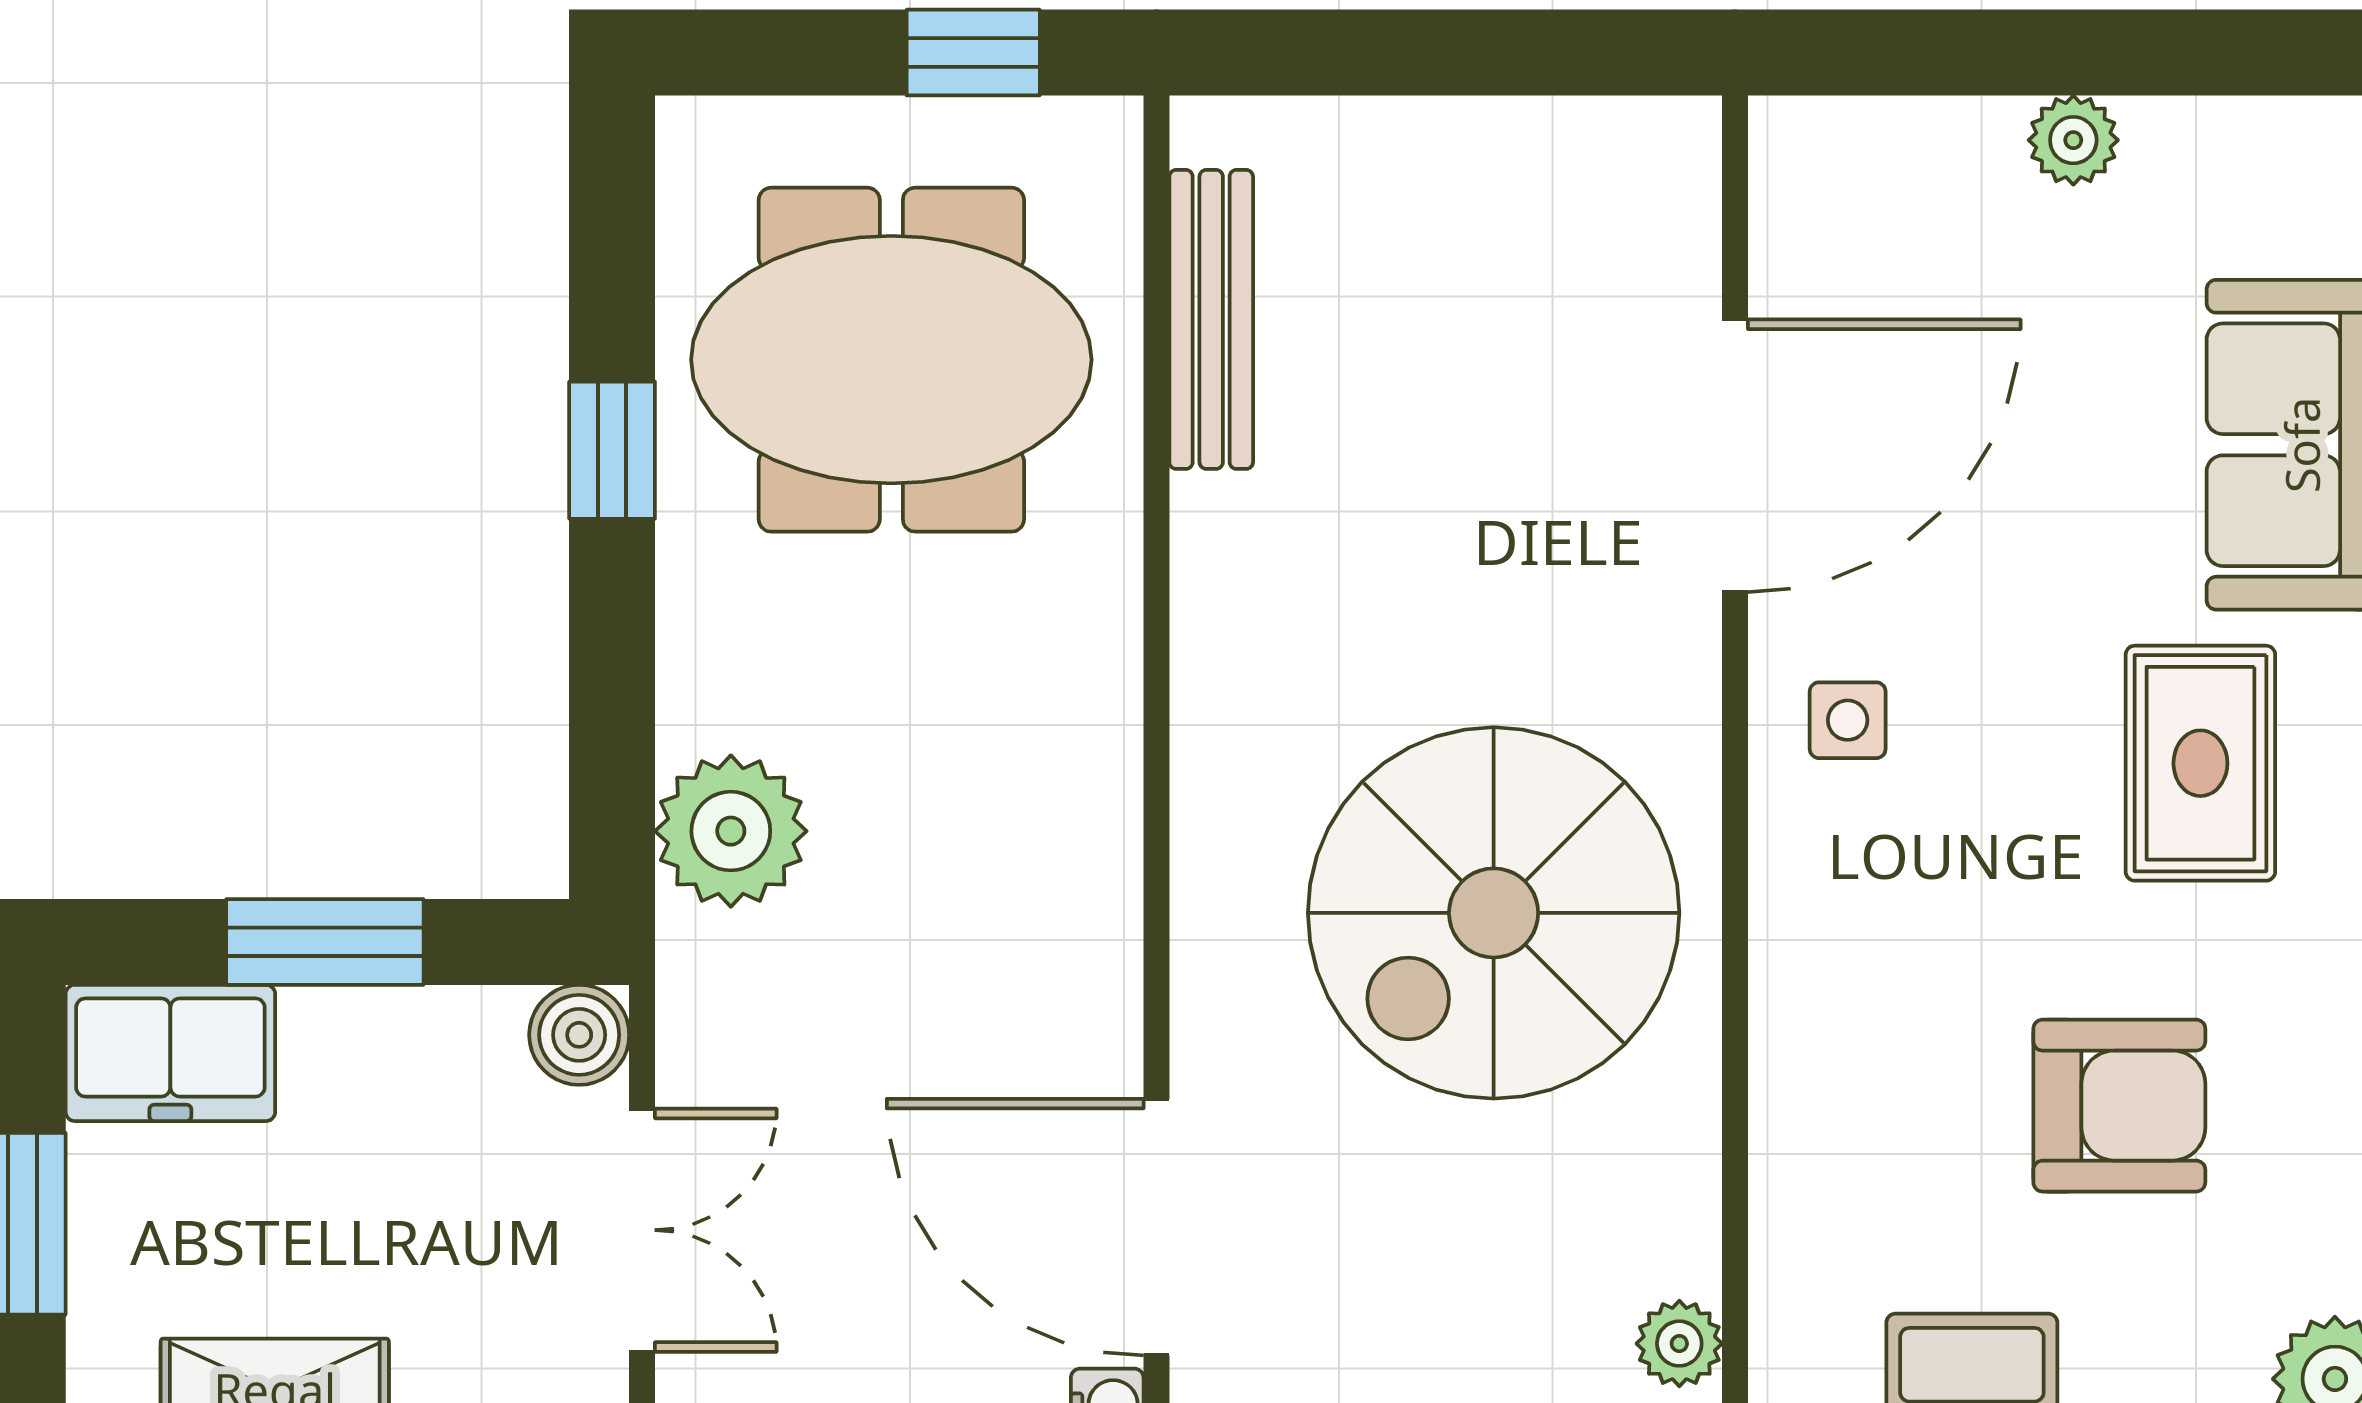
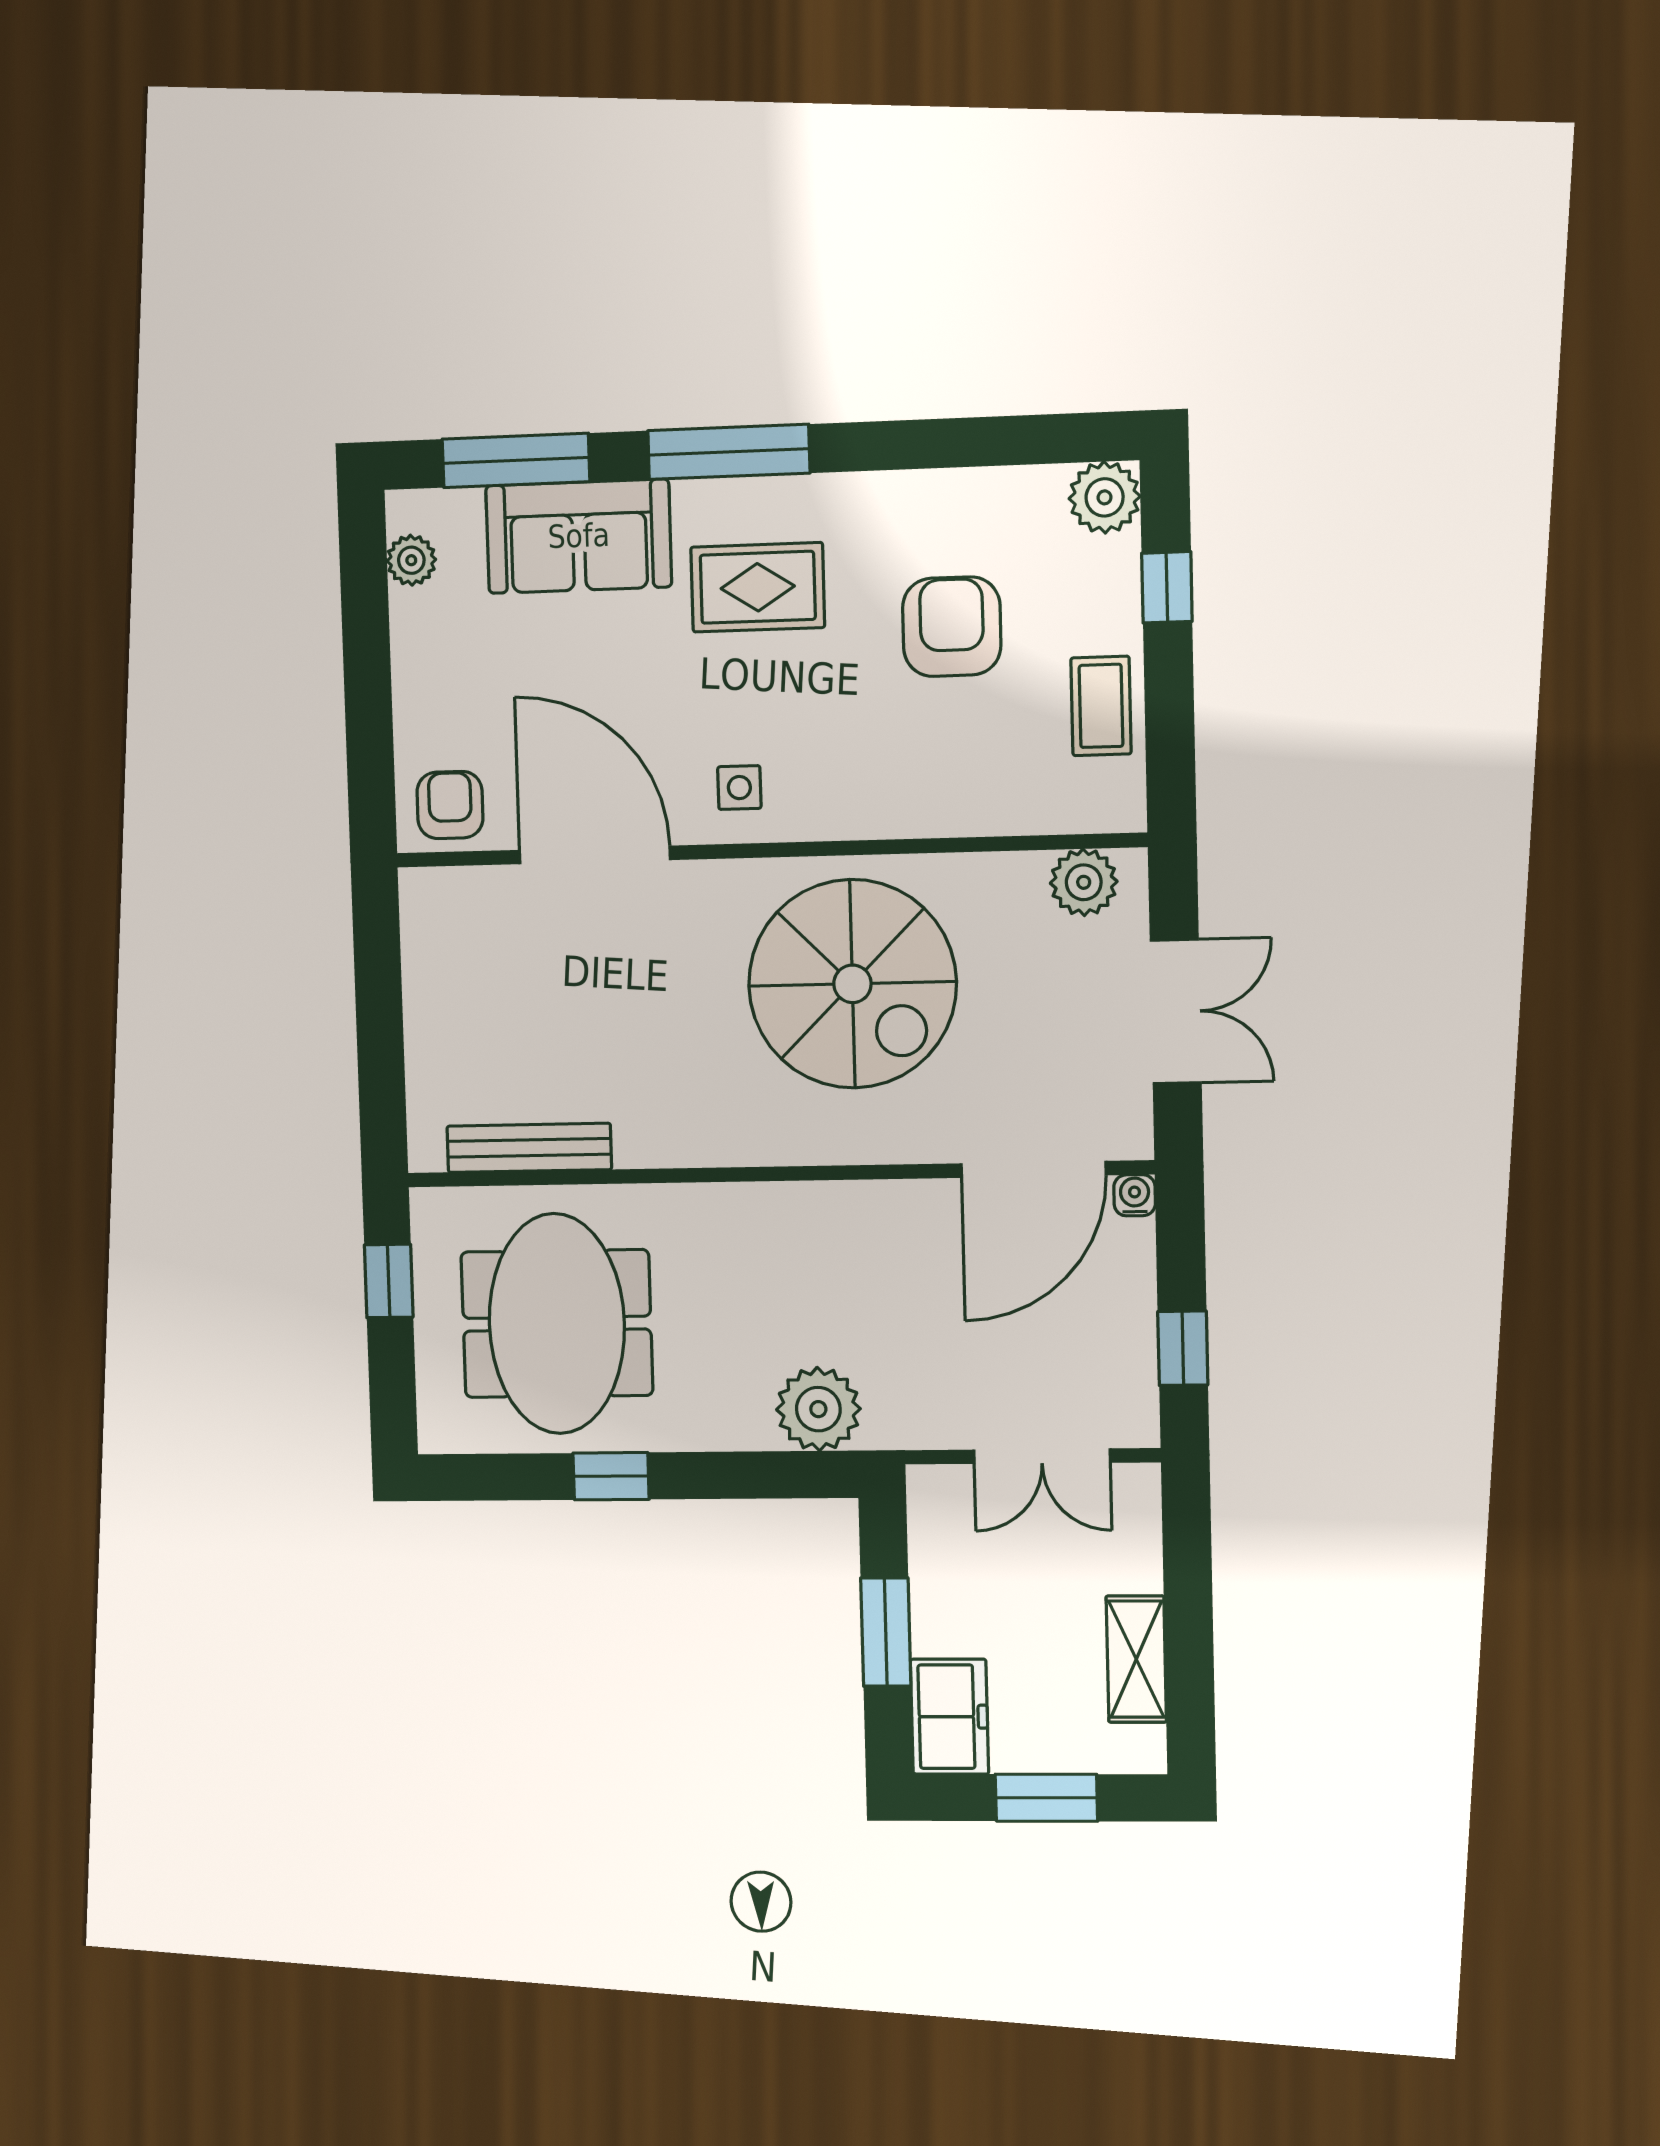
plant: (2073, 140) -> (411, 560), moved
armchair: (1832, 195) -> (450, 805), added
boiler: (579, 1035) -> (934, 1492), removed
double door: (642, 1230) -> (1042, 1456), swing flipped
plant: (1679, 1344) -> (1084, 882), width x1.38, depth x1.38

